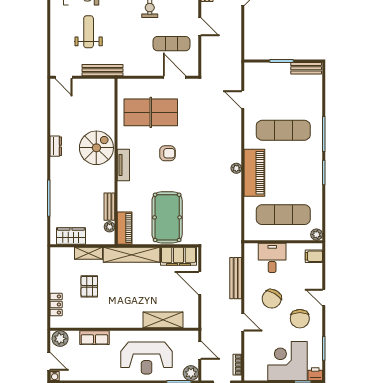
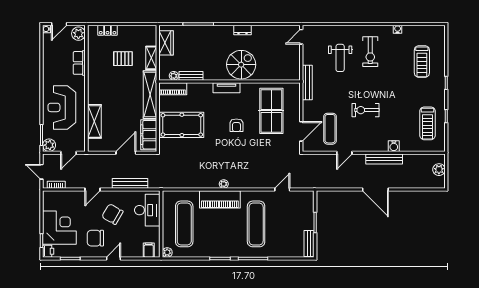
weight bench: (89, 32) -> (340, 58), turned 90
bench: (102, 70) -> (307, 83), moved
spiral stairs: (96, 148) -> (241, 65), turned -90
desk: (272, 258) -> (147, 210), width x1.37

